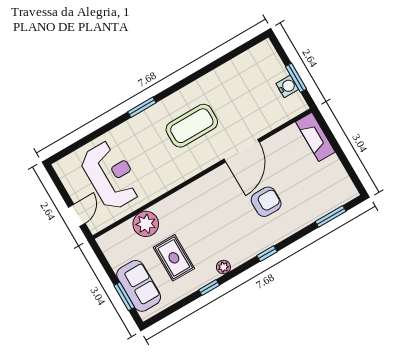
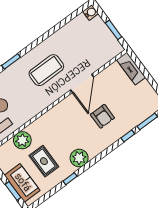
water cooler: (287, 86) -> (91, 13), moved
armchair: (266, 202) -> (102, 116), turned 90
window: (267, 254) -> (128, 136), moved
plant: (223, 267) -> (79, 158), width x1.88, depth x1.88

